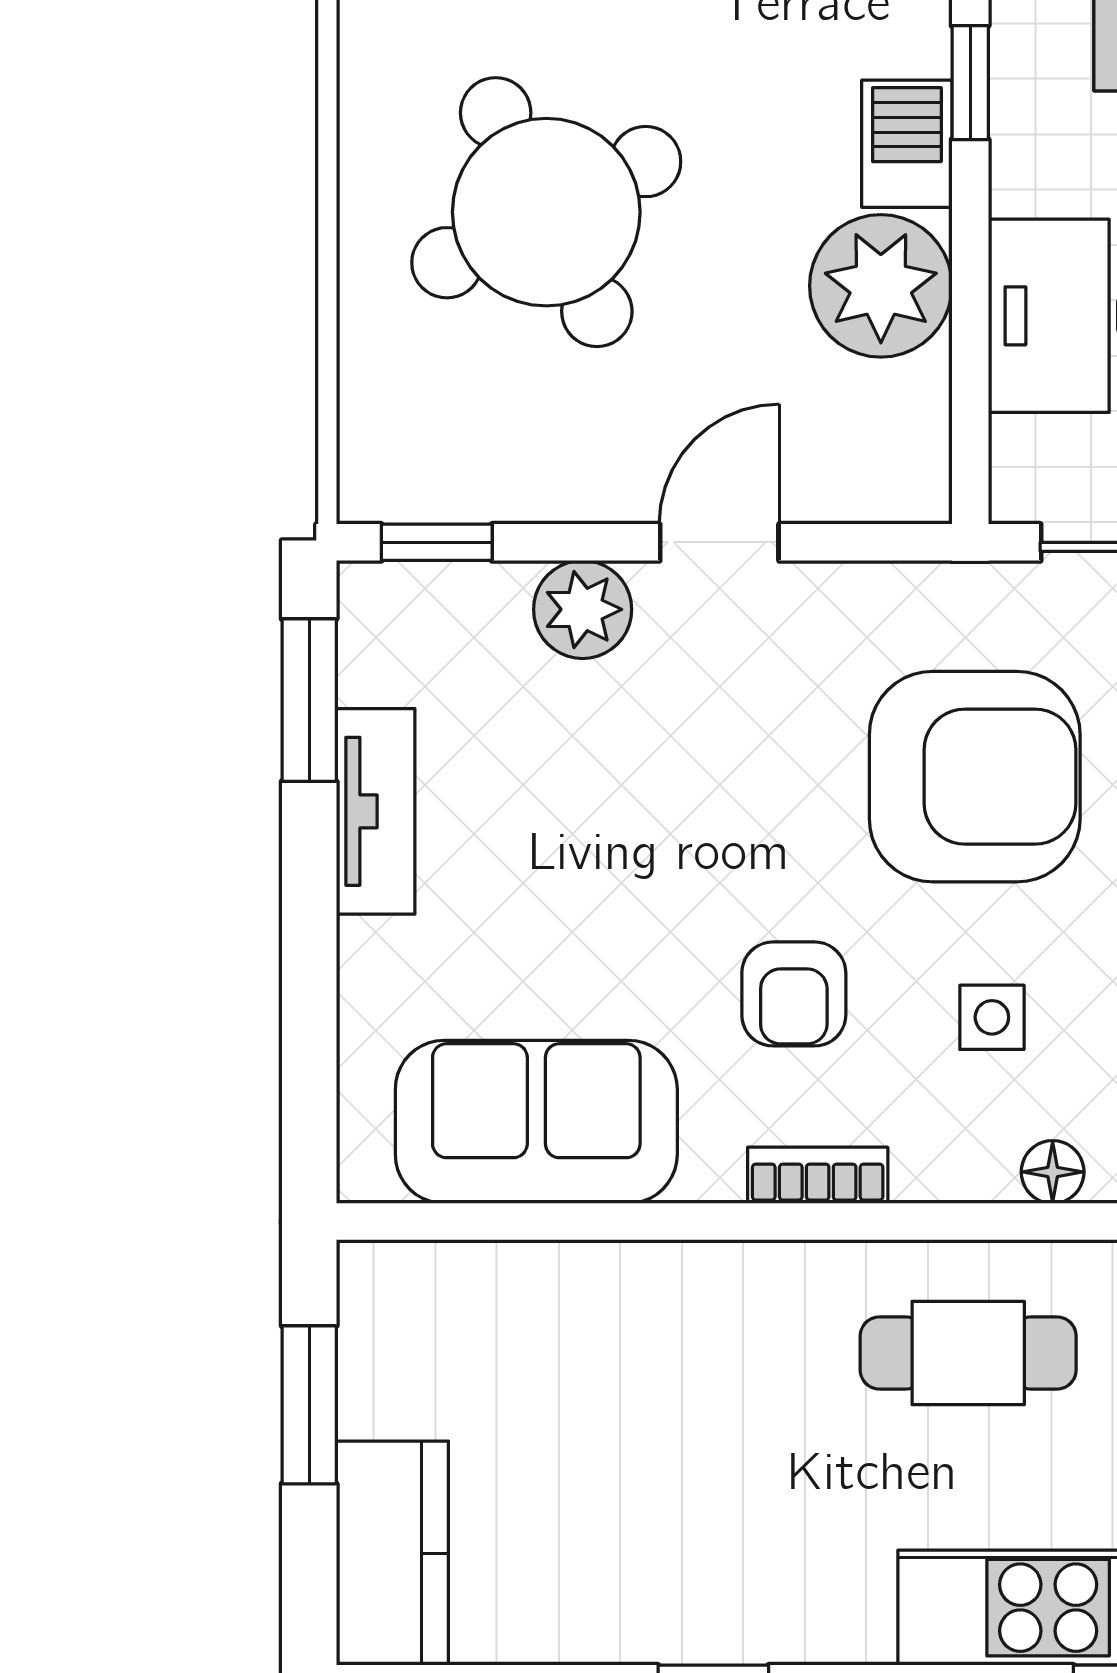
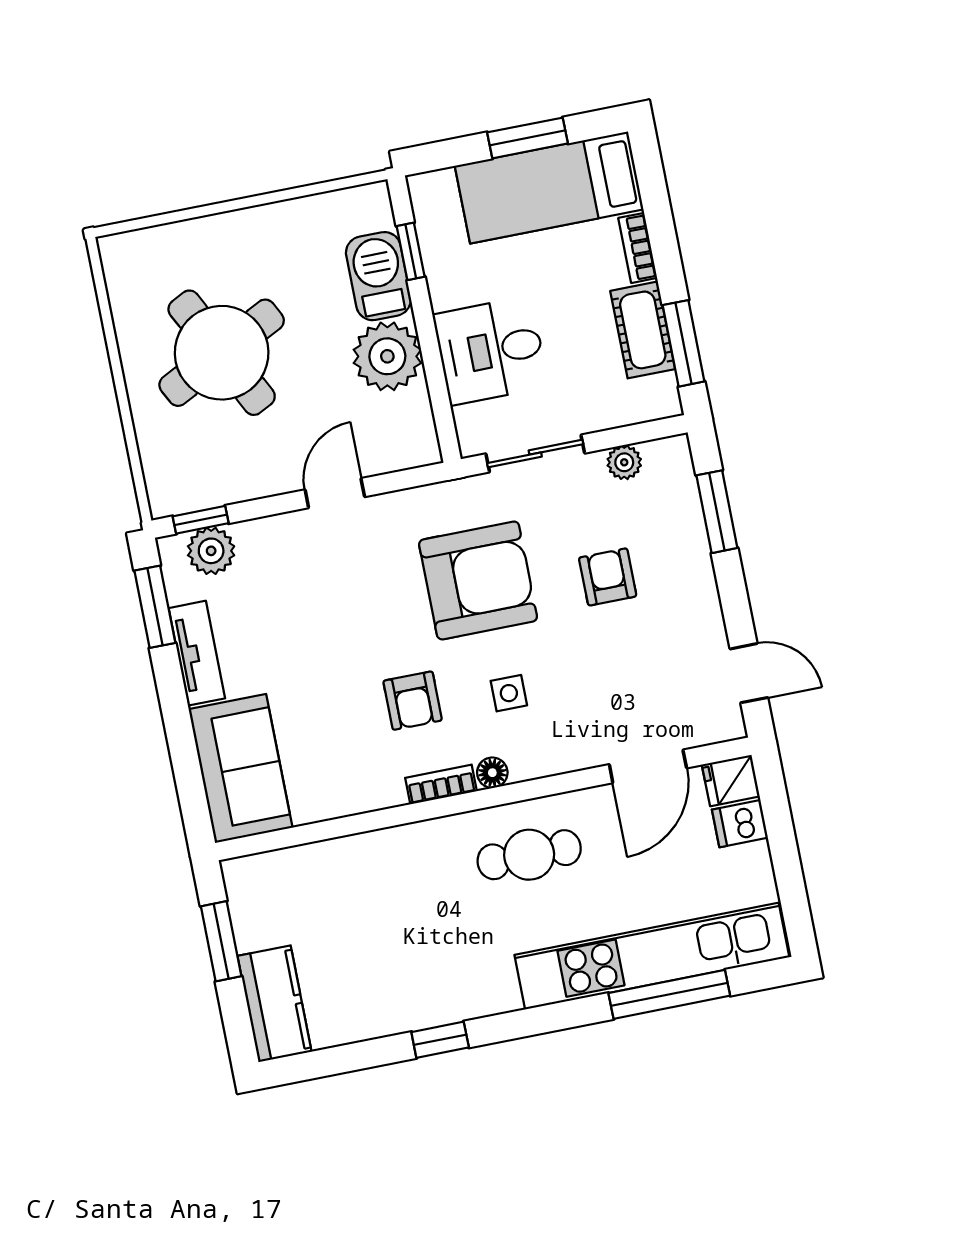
barbecue: (907, 144) -> (378, 276), width x1.38, depth x1.27
plant: (583, 609) -> (211, 551), moved
sofa: (536, 1122) -> (241, 768), moved, turned 90
floor lamp: (1053, 1172) -> (492, 773), moved

